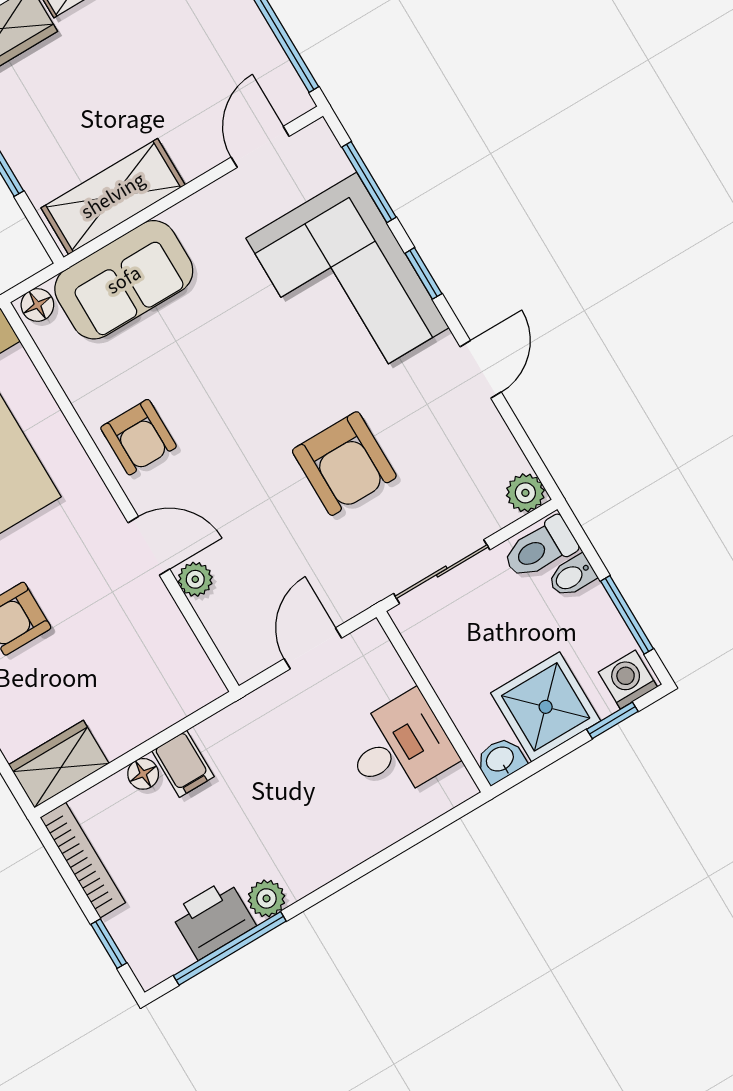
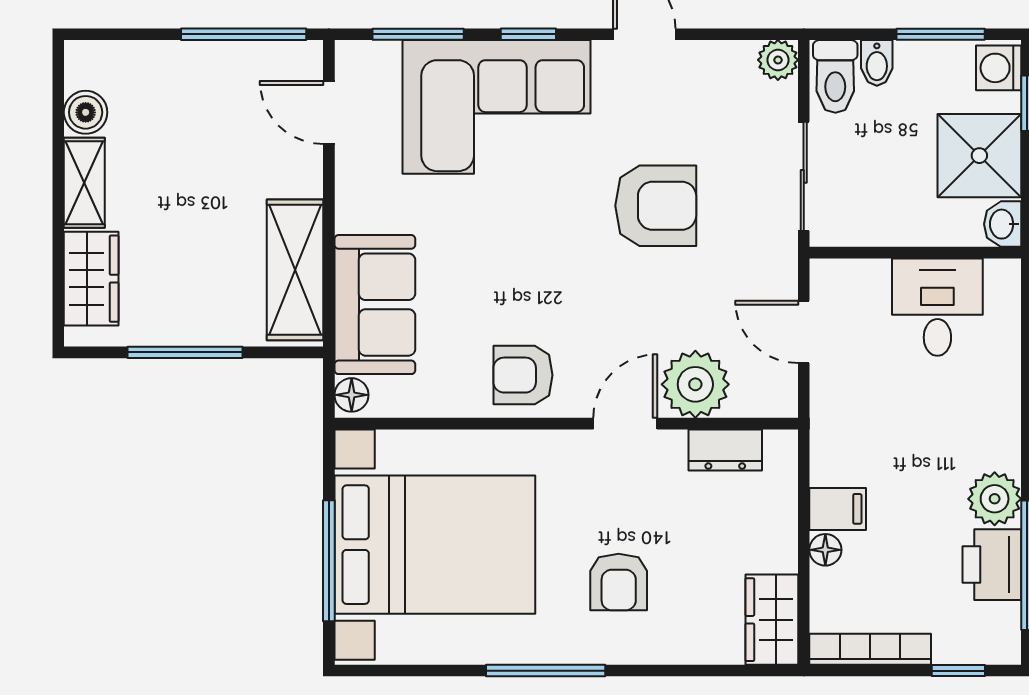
armchair: (139, 437) -> (523, 375), turned 180
plant: (195, 579) -> (695, 384), width x1.87, depth x1.87
dresser: (176, 642) -> (725, 450), added
plant: (267, 898) -> (995, 499), width x1.38, depth x1.38

